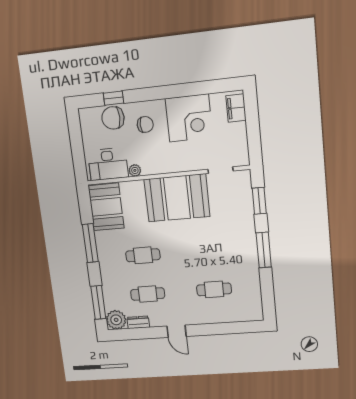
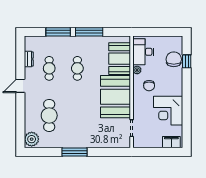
chair: (145, 124) -> (149, 86), moved
window: (259, 201) -> (109, 152), removed
booth: (106, 207) -> (120, 59), moved, turned 90
cafe table: (214, 289) -> (49, 115), width x1.37, depth x1.35
window: (98, 302) -> (58, 32), moved
plant: (116, 320) -> (32, 139), moved

